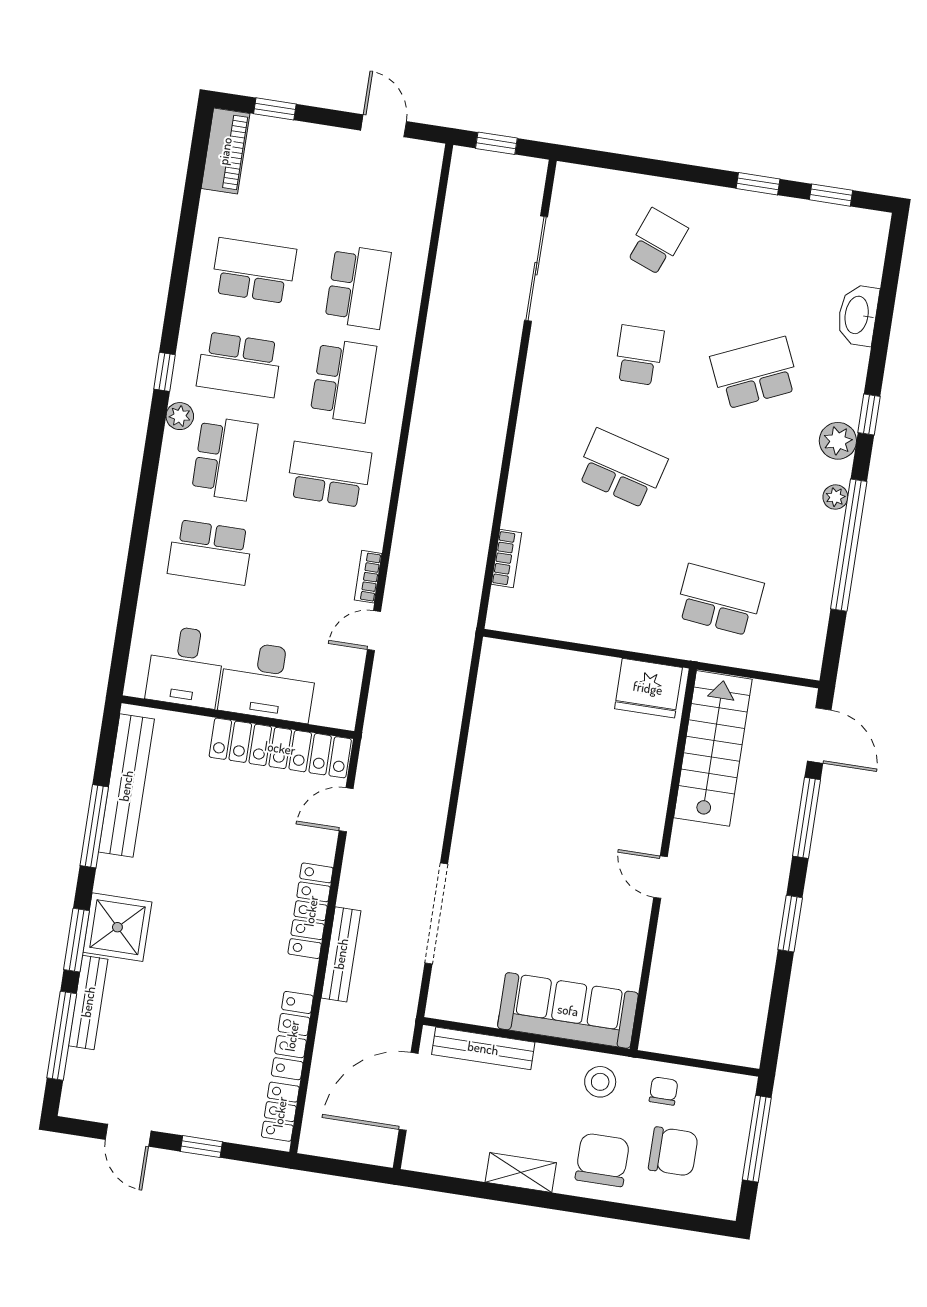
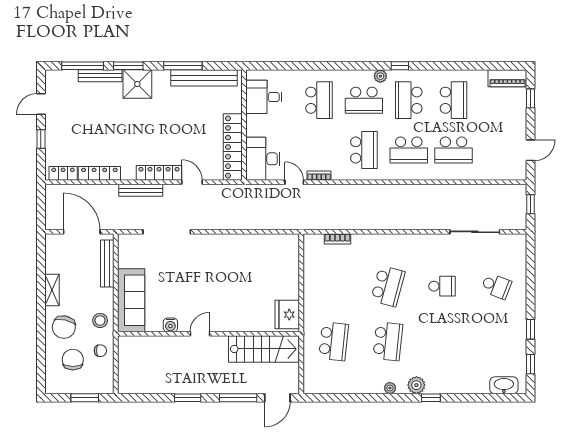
washbasin: (858, 315) -> (504, 385), moved
school desk: (755, 373) -> (388, 341), moved, turned 30
window: (849, 545) -> (368, 398), removed
school desk: (210, 552) -> (319, 100), turned 180
desk: (268, 681) -> (263, 159), moved
door: (346, 810) -> (192, 182), moved
water cooler: (632, 936) -> (170, 325), added
window: (757, 1139) -> (85, 398), width x0.69
chair: (673, 1152) -> (73, 360), turned 180
chair: (602, 1160) -> (64, 327), turned 103

